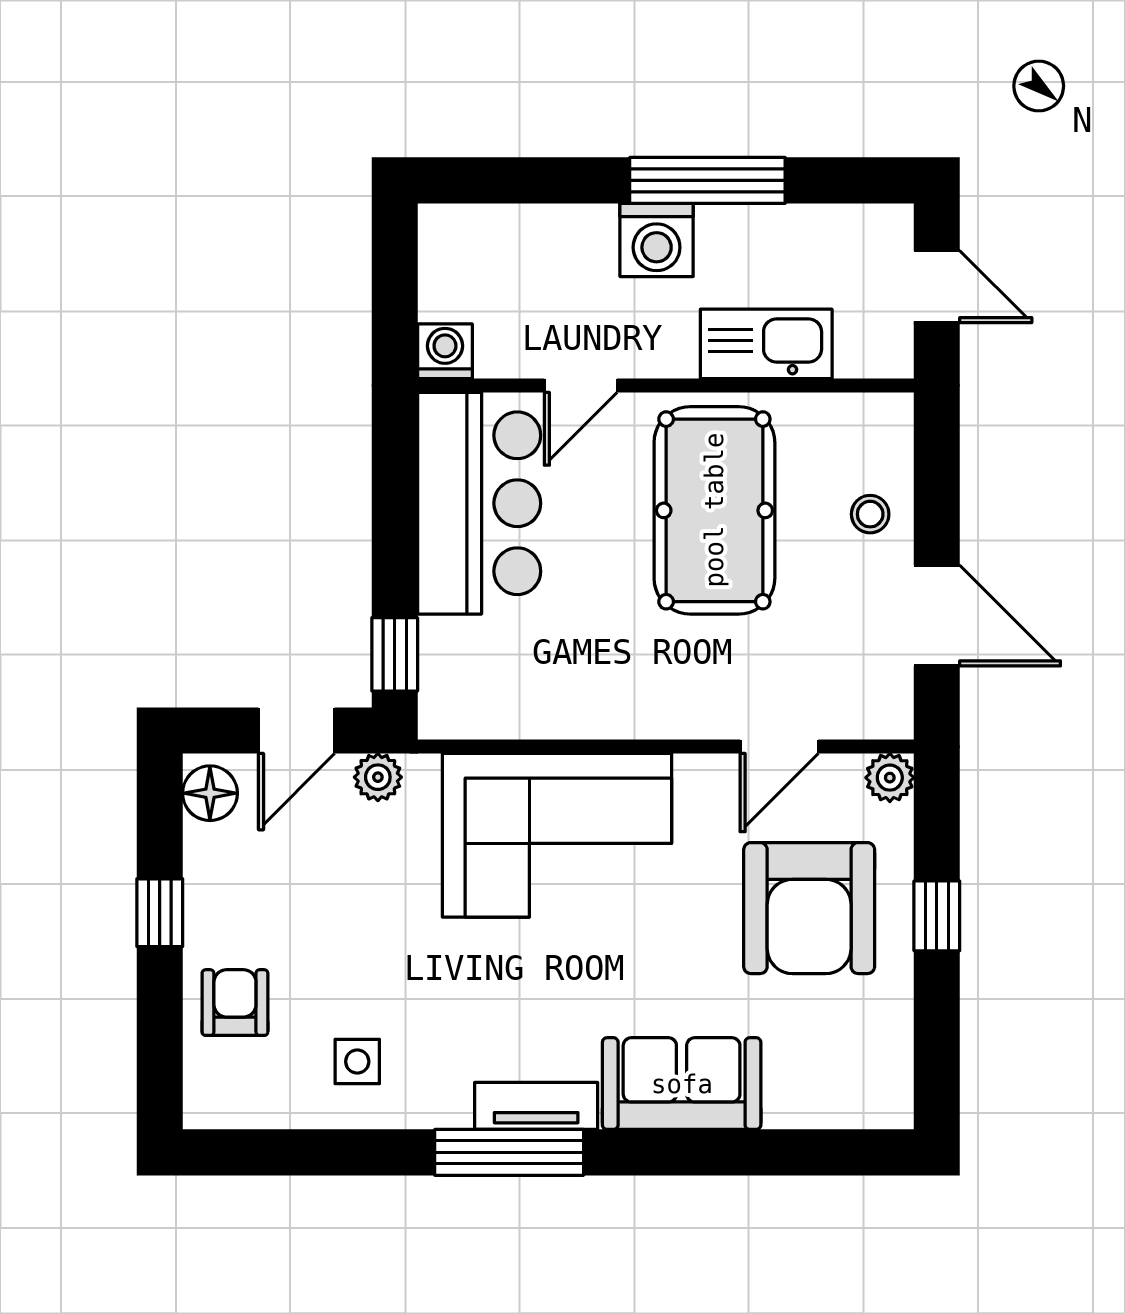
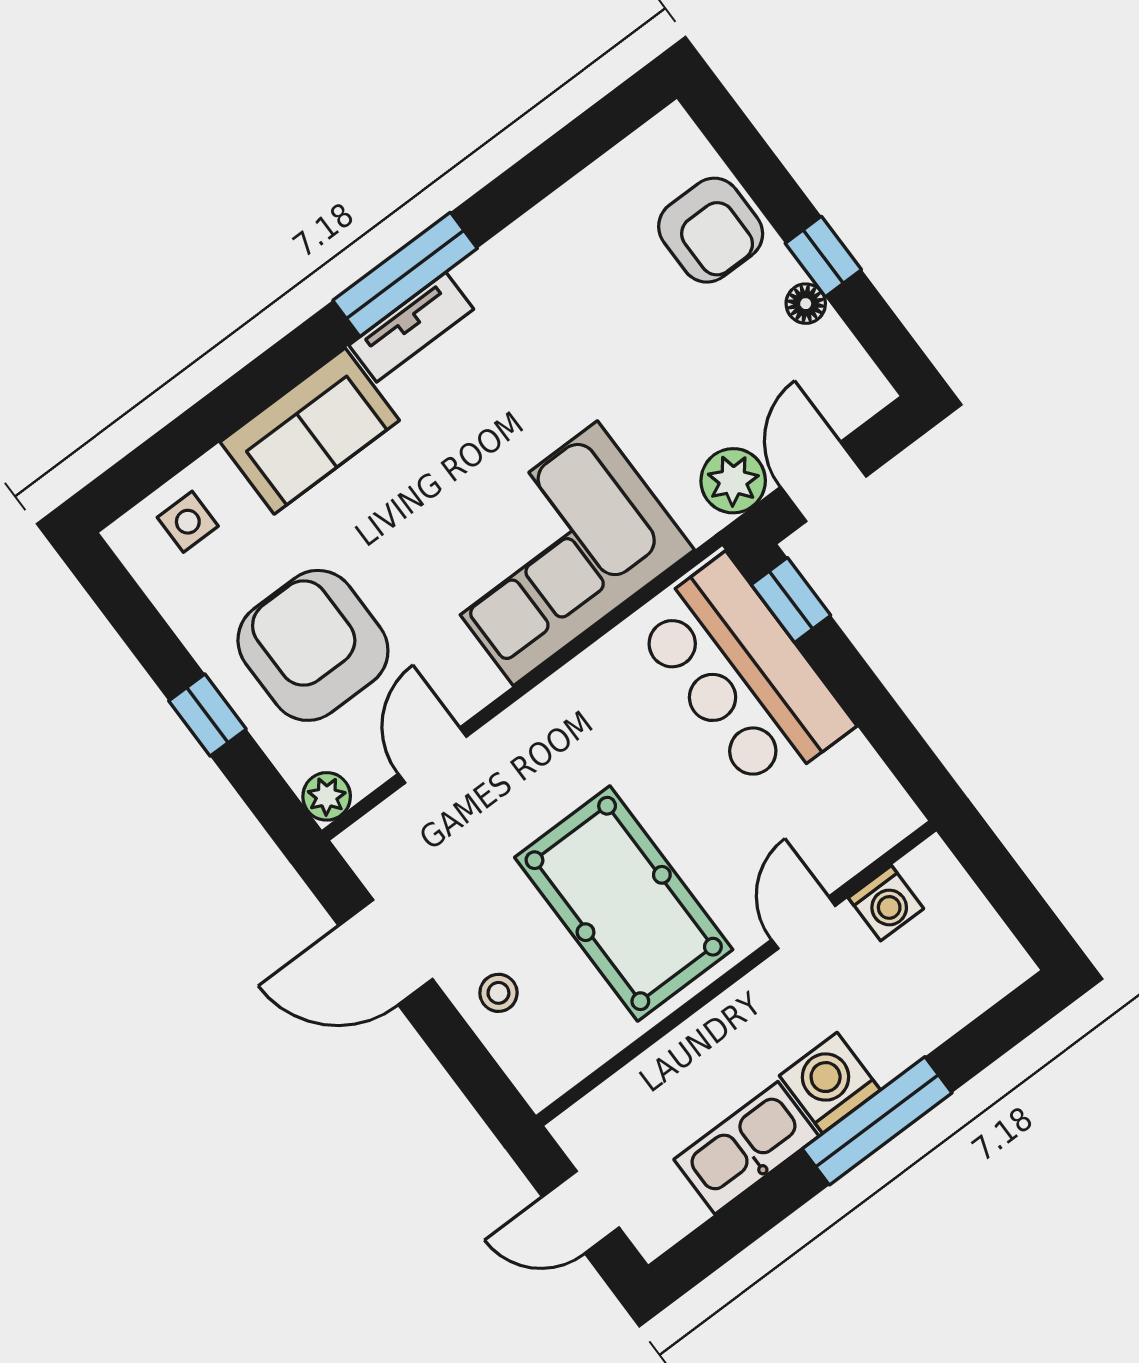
window: (707, 180) -> (877, 1121), moved
kitchen sink: (766, 344) -> (746, 1148), moved, turned 180
washing machine: (445, 351) -> (886, 903), moved
bar counter: (479, 503) -> (743, 675), moved
plant: (378, 777) -> (733, 481), width x1.38, depth x1.38
floor lamp: (210, 793) -> (806, 304), moved, width x0.73, depth x0.73
armchair: (235, 1003) -> (711, 230), width x1.38, depth x1.38
side table: (357, 1062) -> (188, 522), moved

